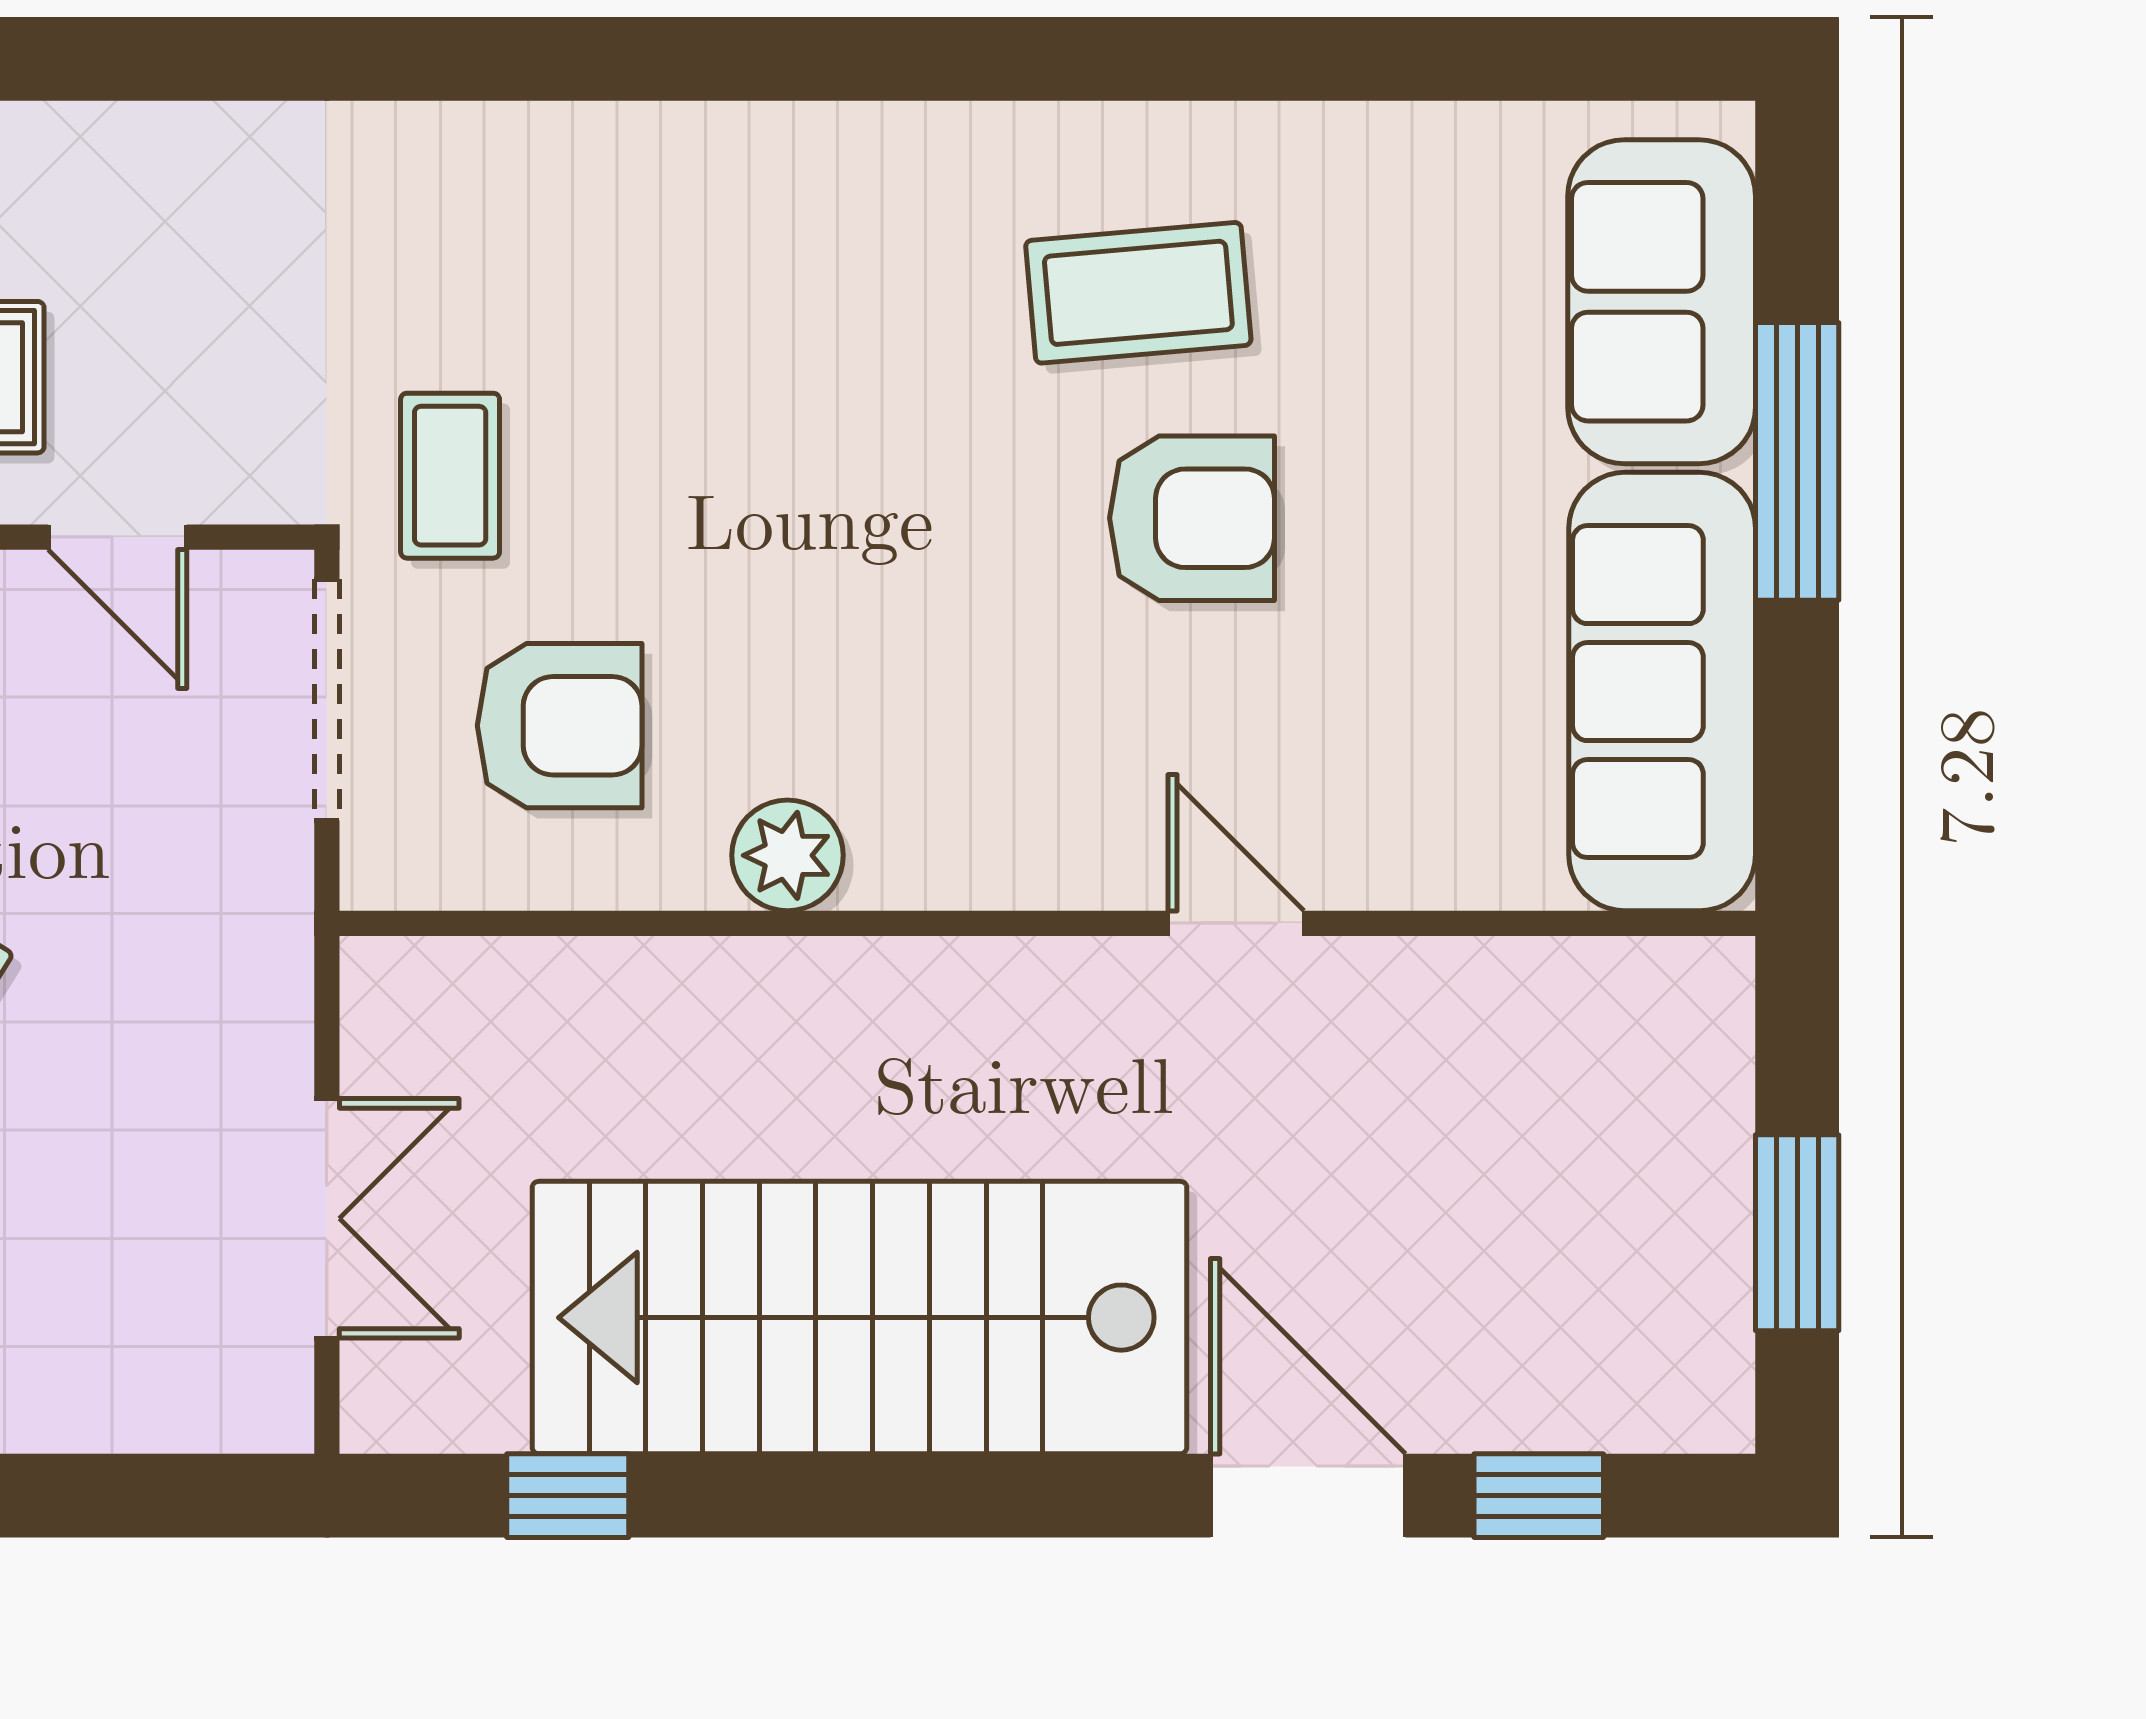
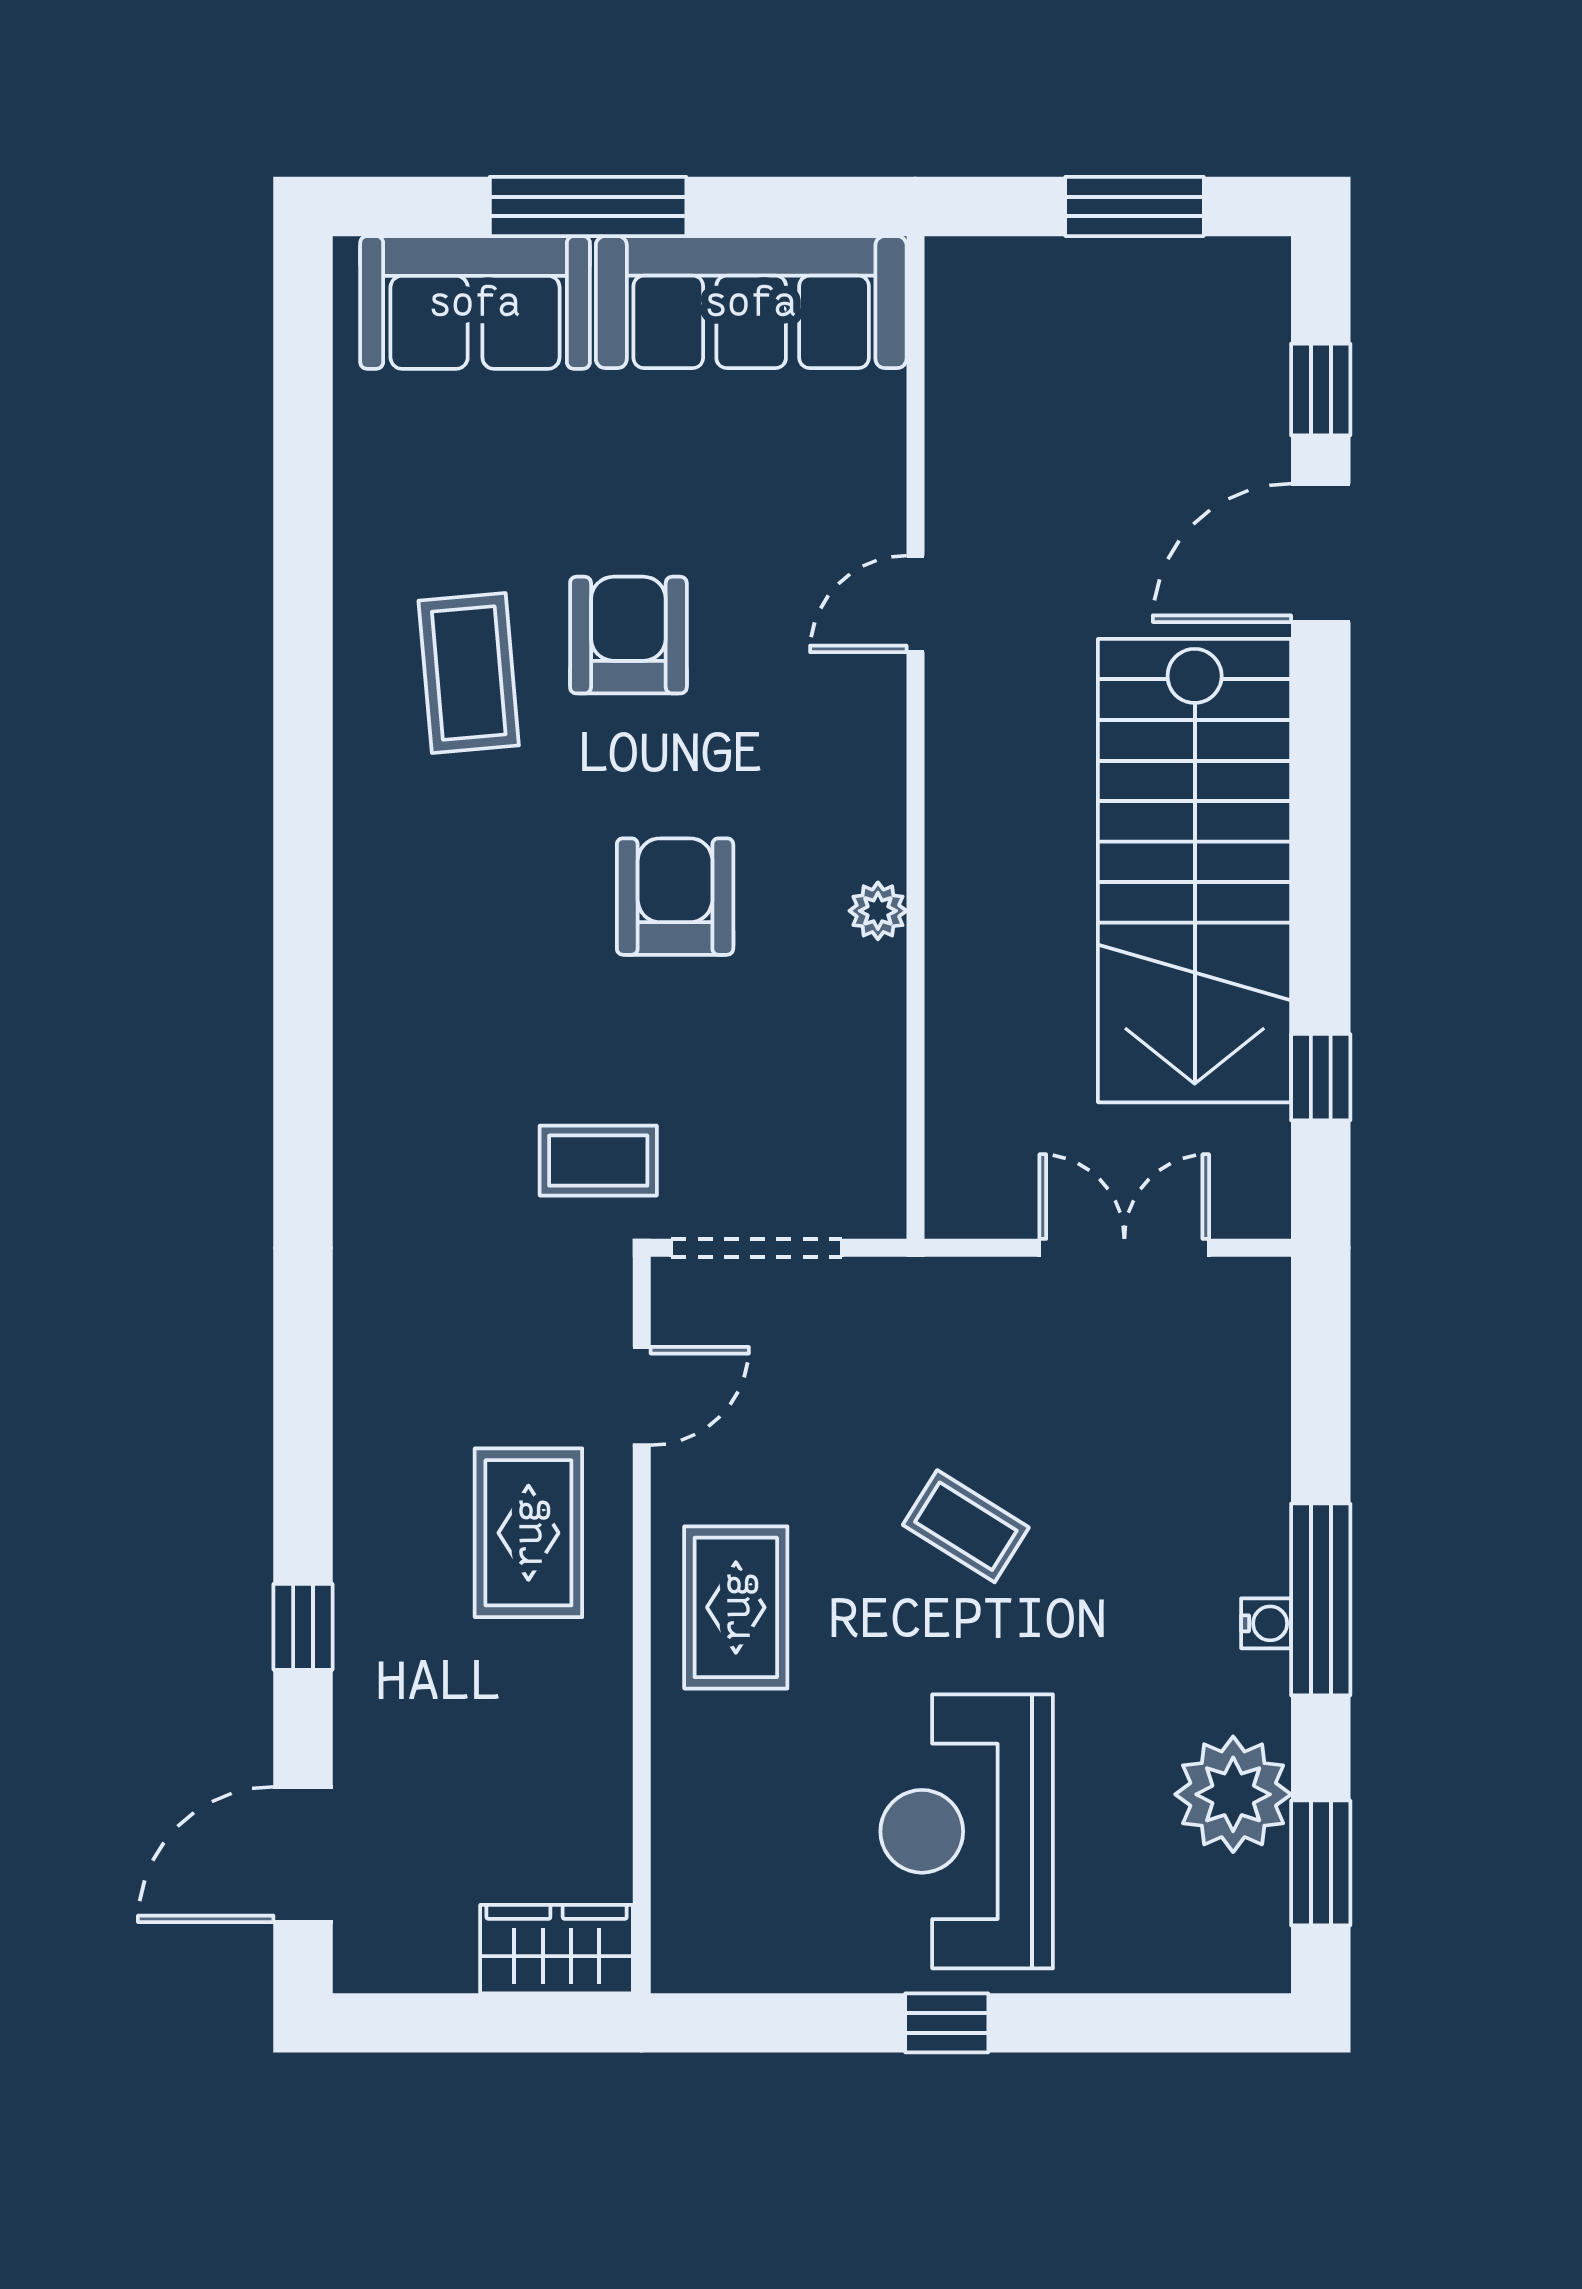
armchair: (560, 726) -> (675, 897), moved
plant: (787, 855) -> (878, 911), width x0.73, depth x0.73

